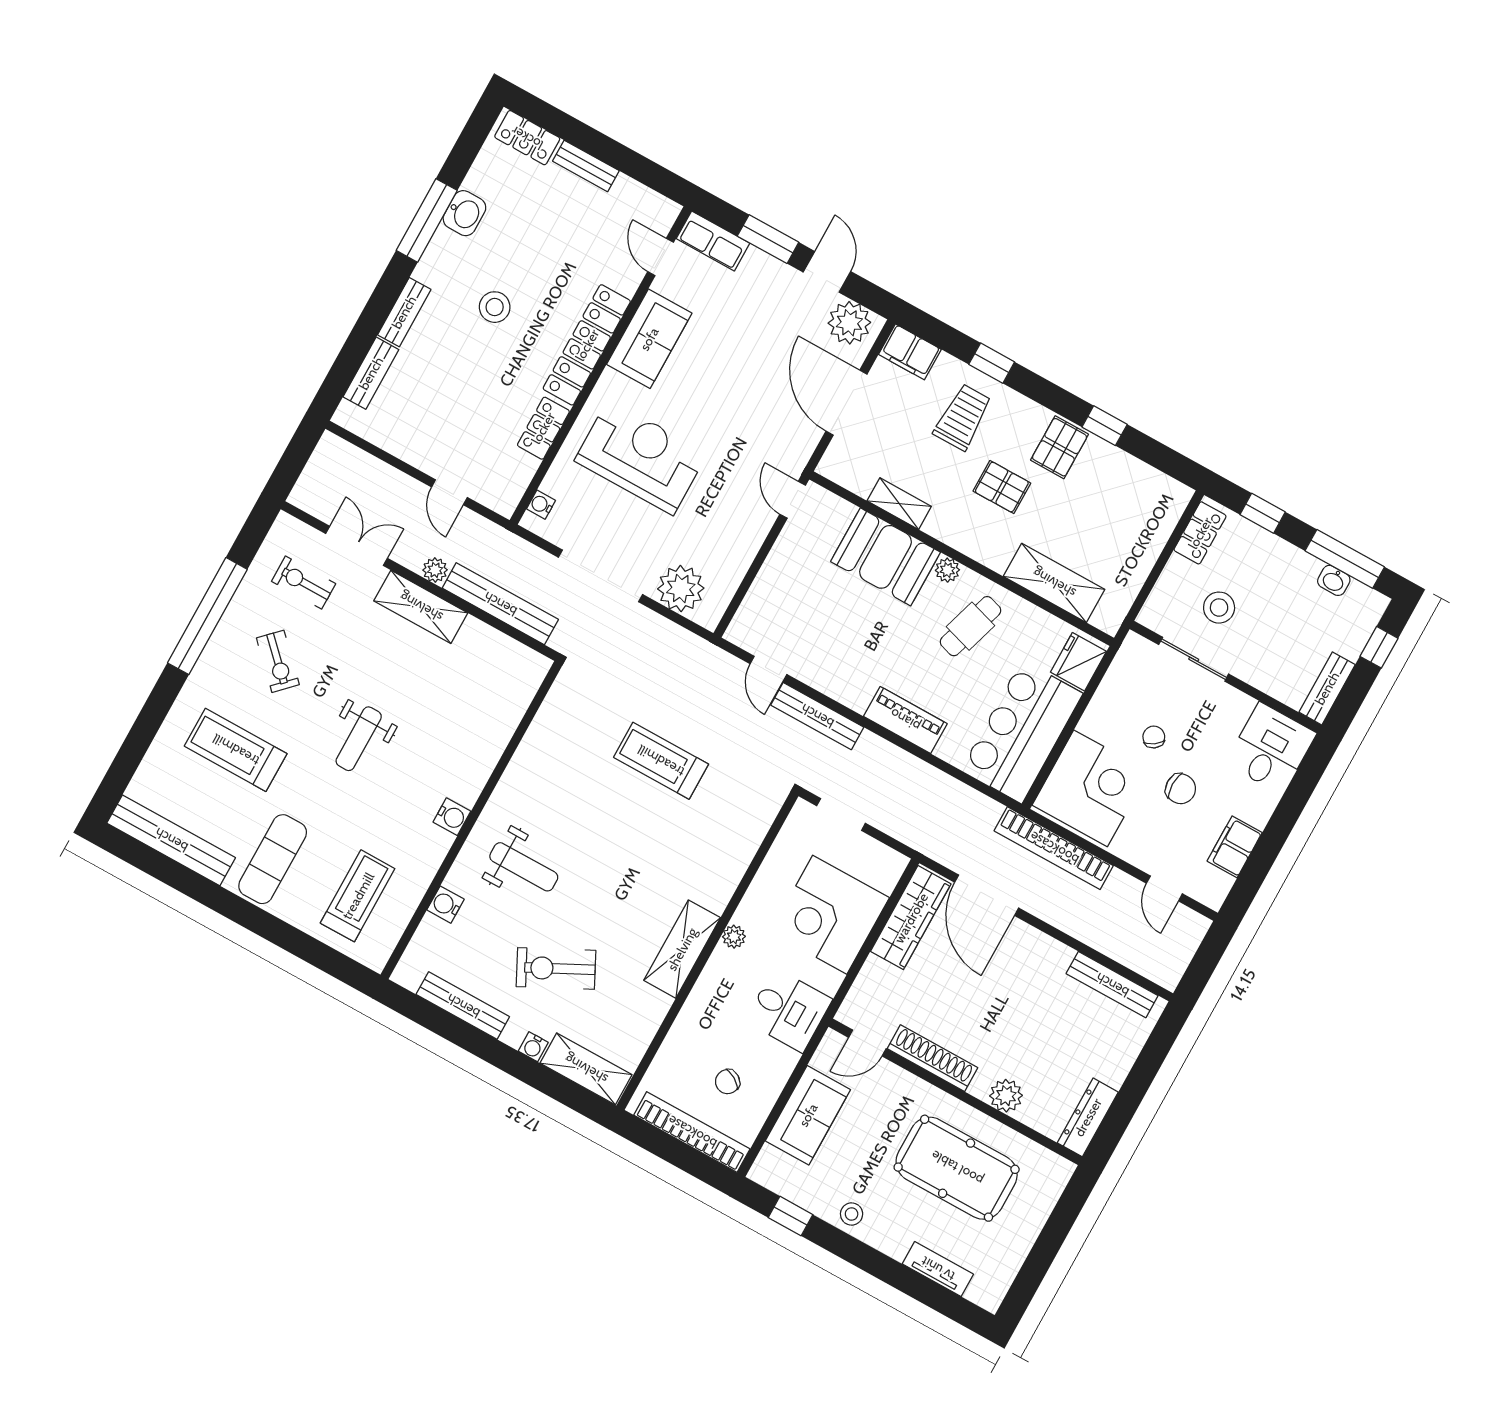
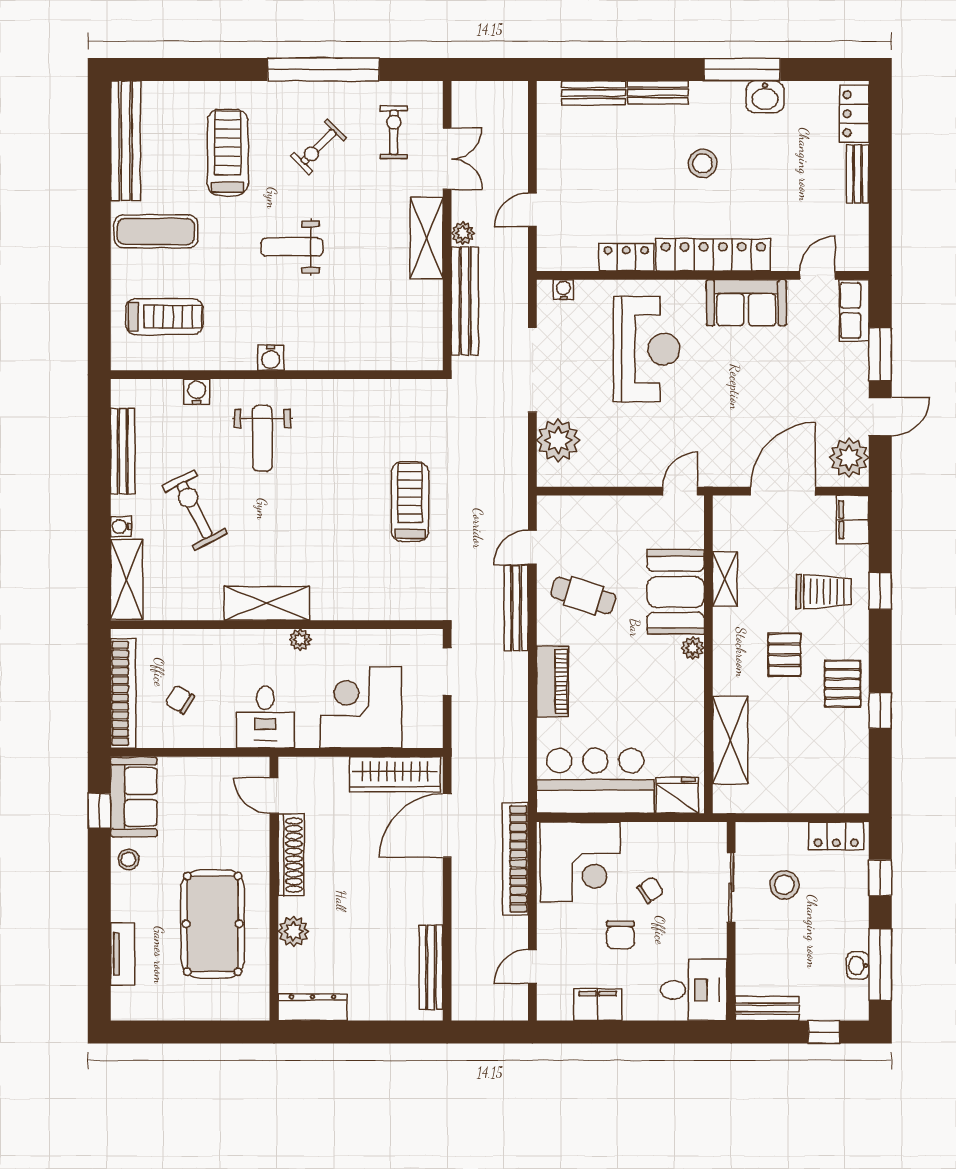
pallet: (1060, 447) -> (843, 684), turned 90
cafe table: (970, 626) -> (583, 596), moved
sofa: (808, 1115) -> (134, 797), moved, turned -90

